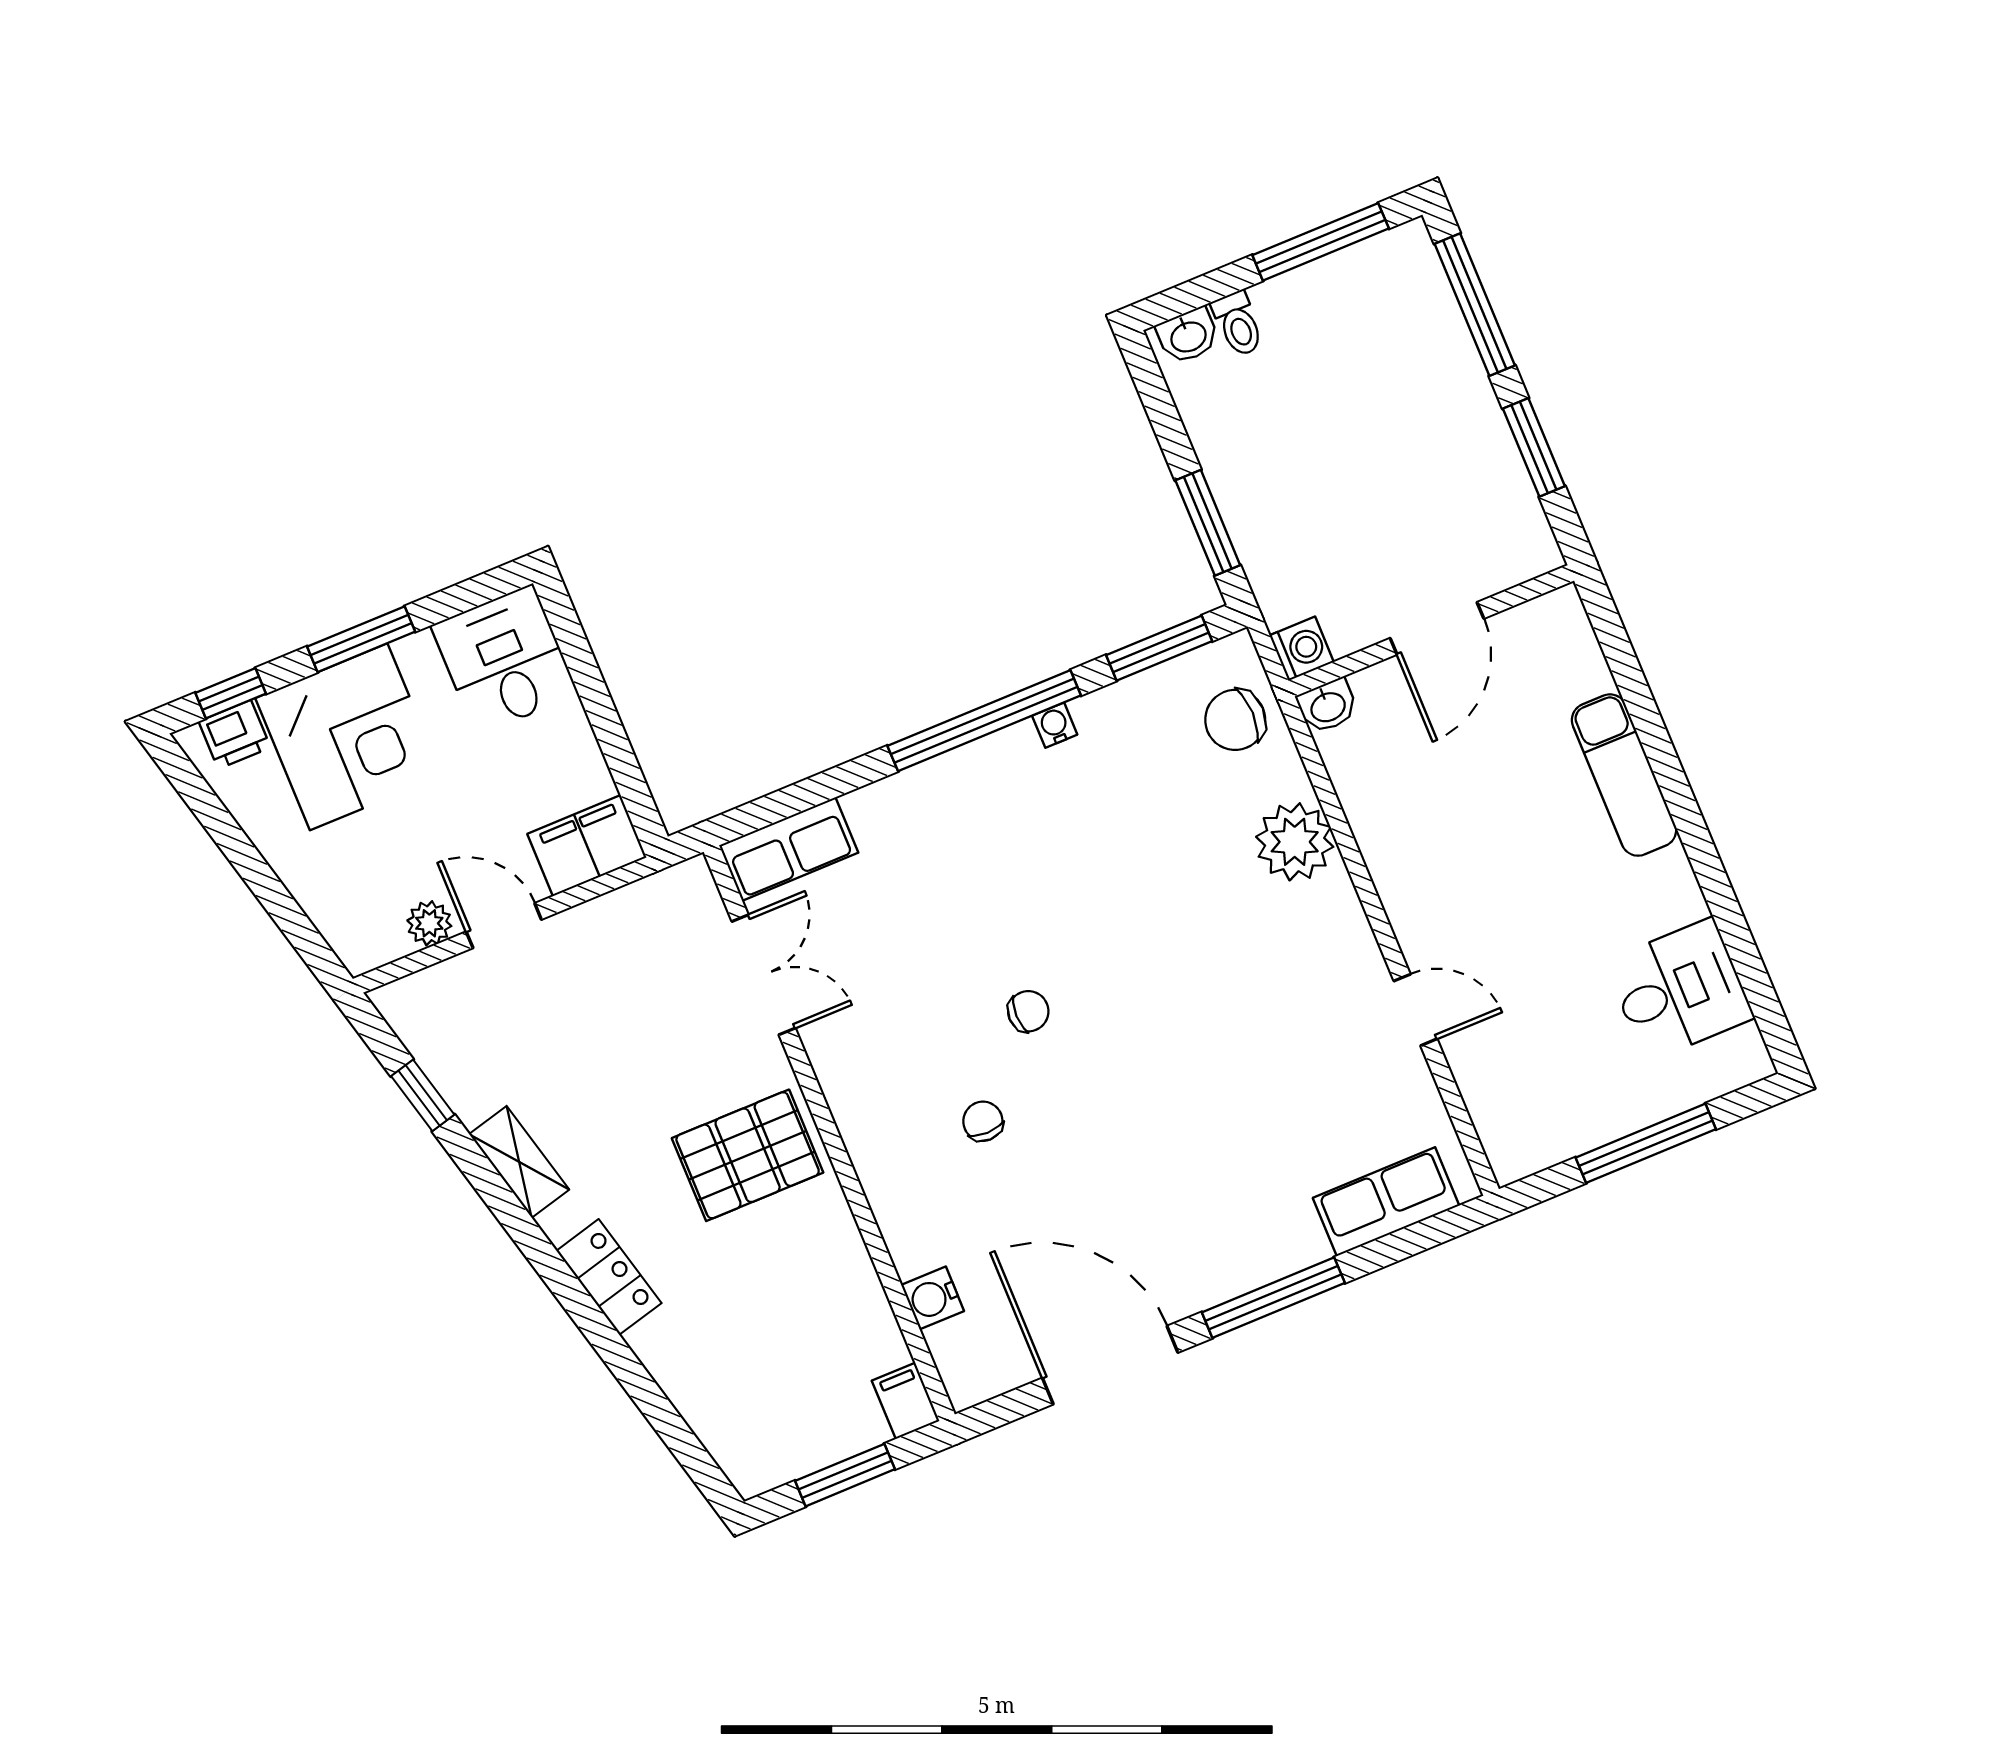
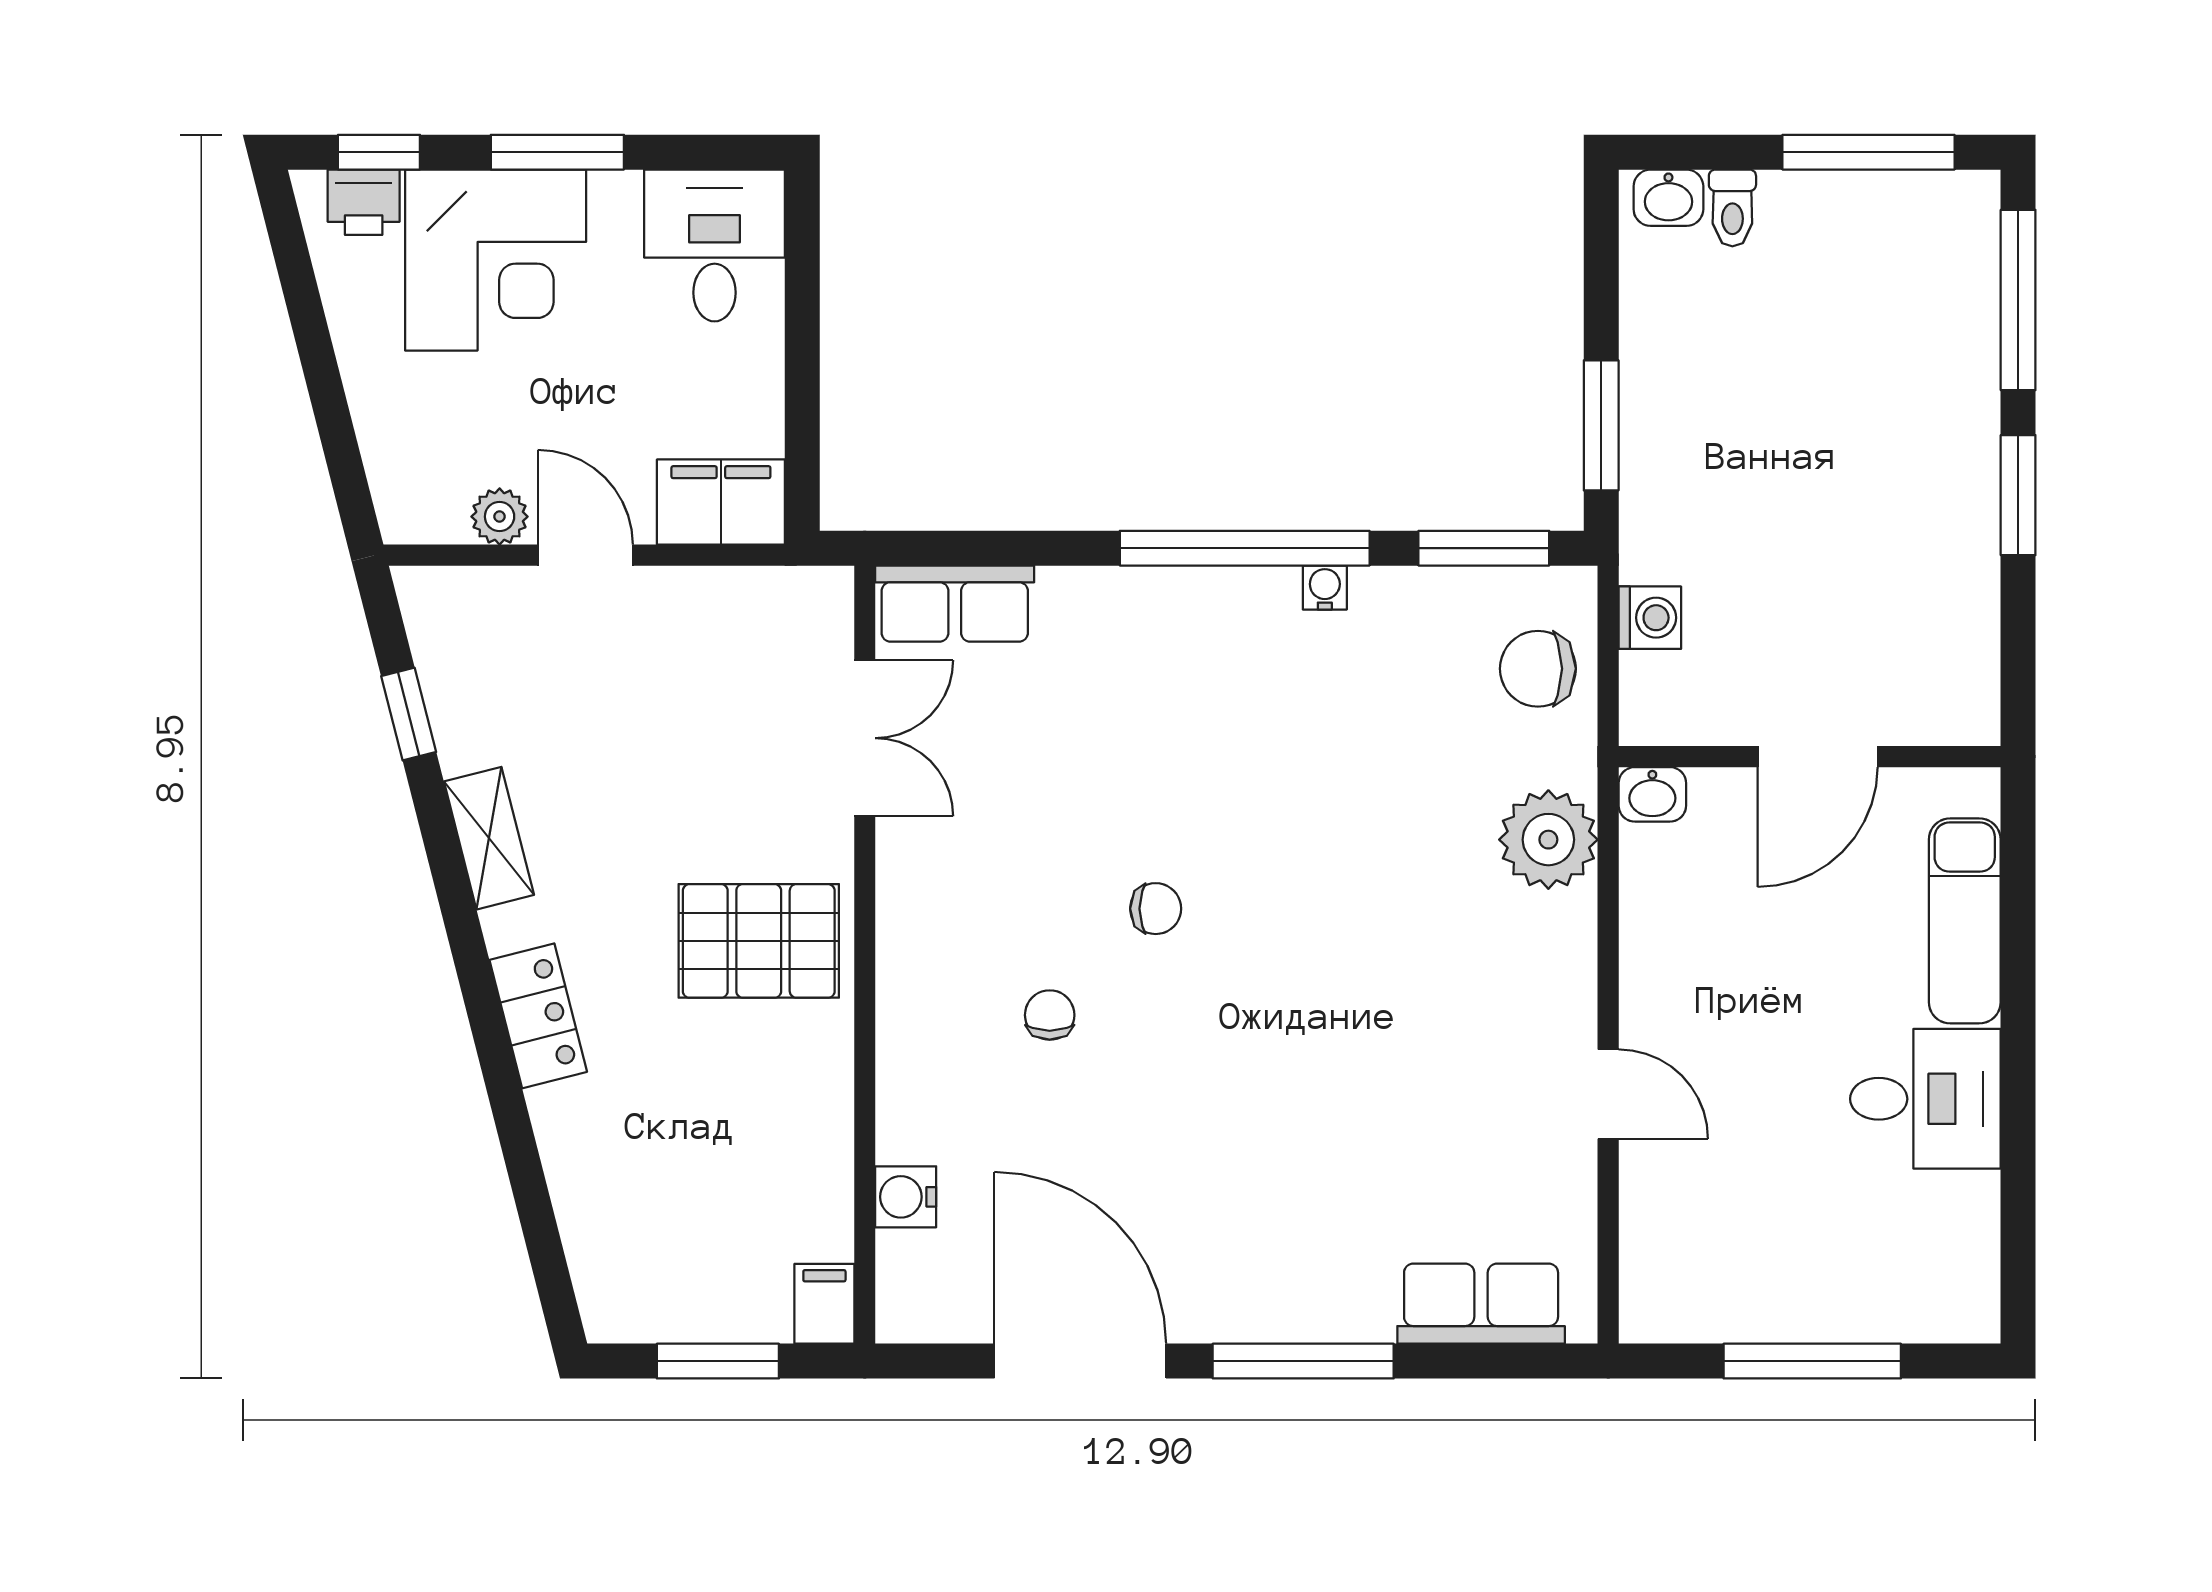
door: (1437, 628) -> (1818, 757), moved
wall: (1431, 631) -> (1810, 757), moved
washbasin: (1328, 706) -> (1652, 794), moved
desk: (1679, 990) -> (1925, 1099), moved

